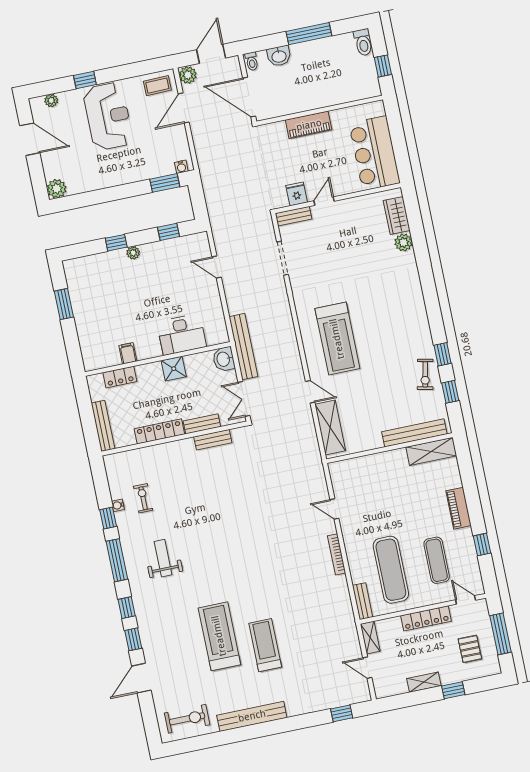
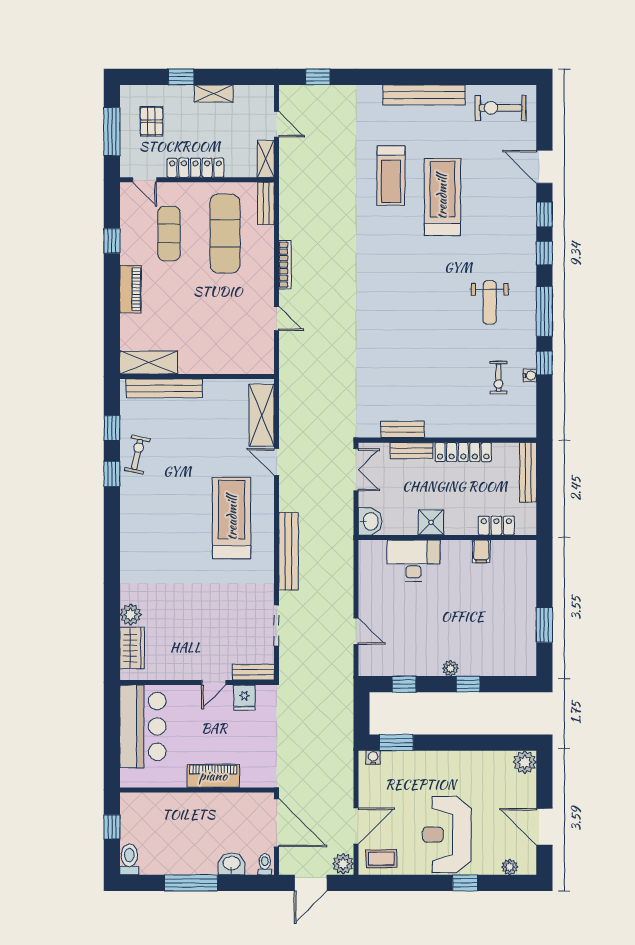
bench: (243, 347) -> (289, 551), moved
treadmill: (219, 636) -> (442, 197), turned 180
door: (141, 678) -> (544, 167), swing flipped

